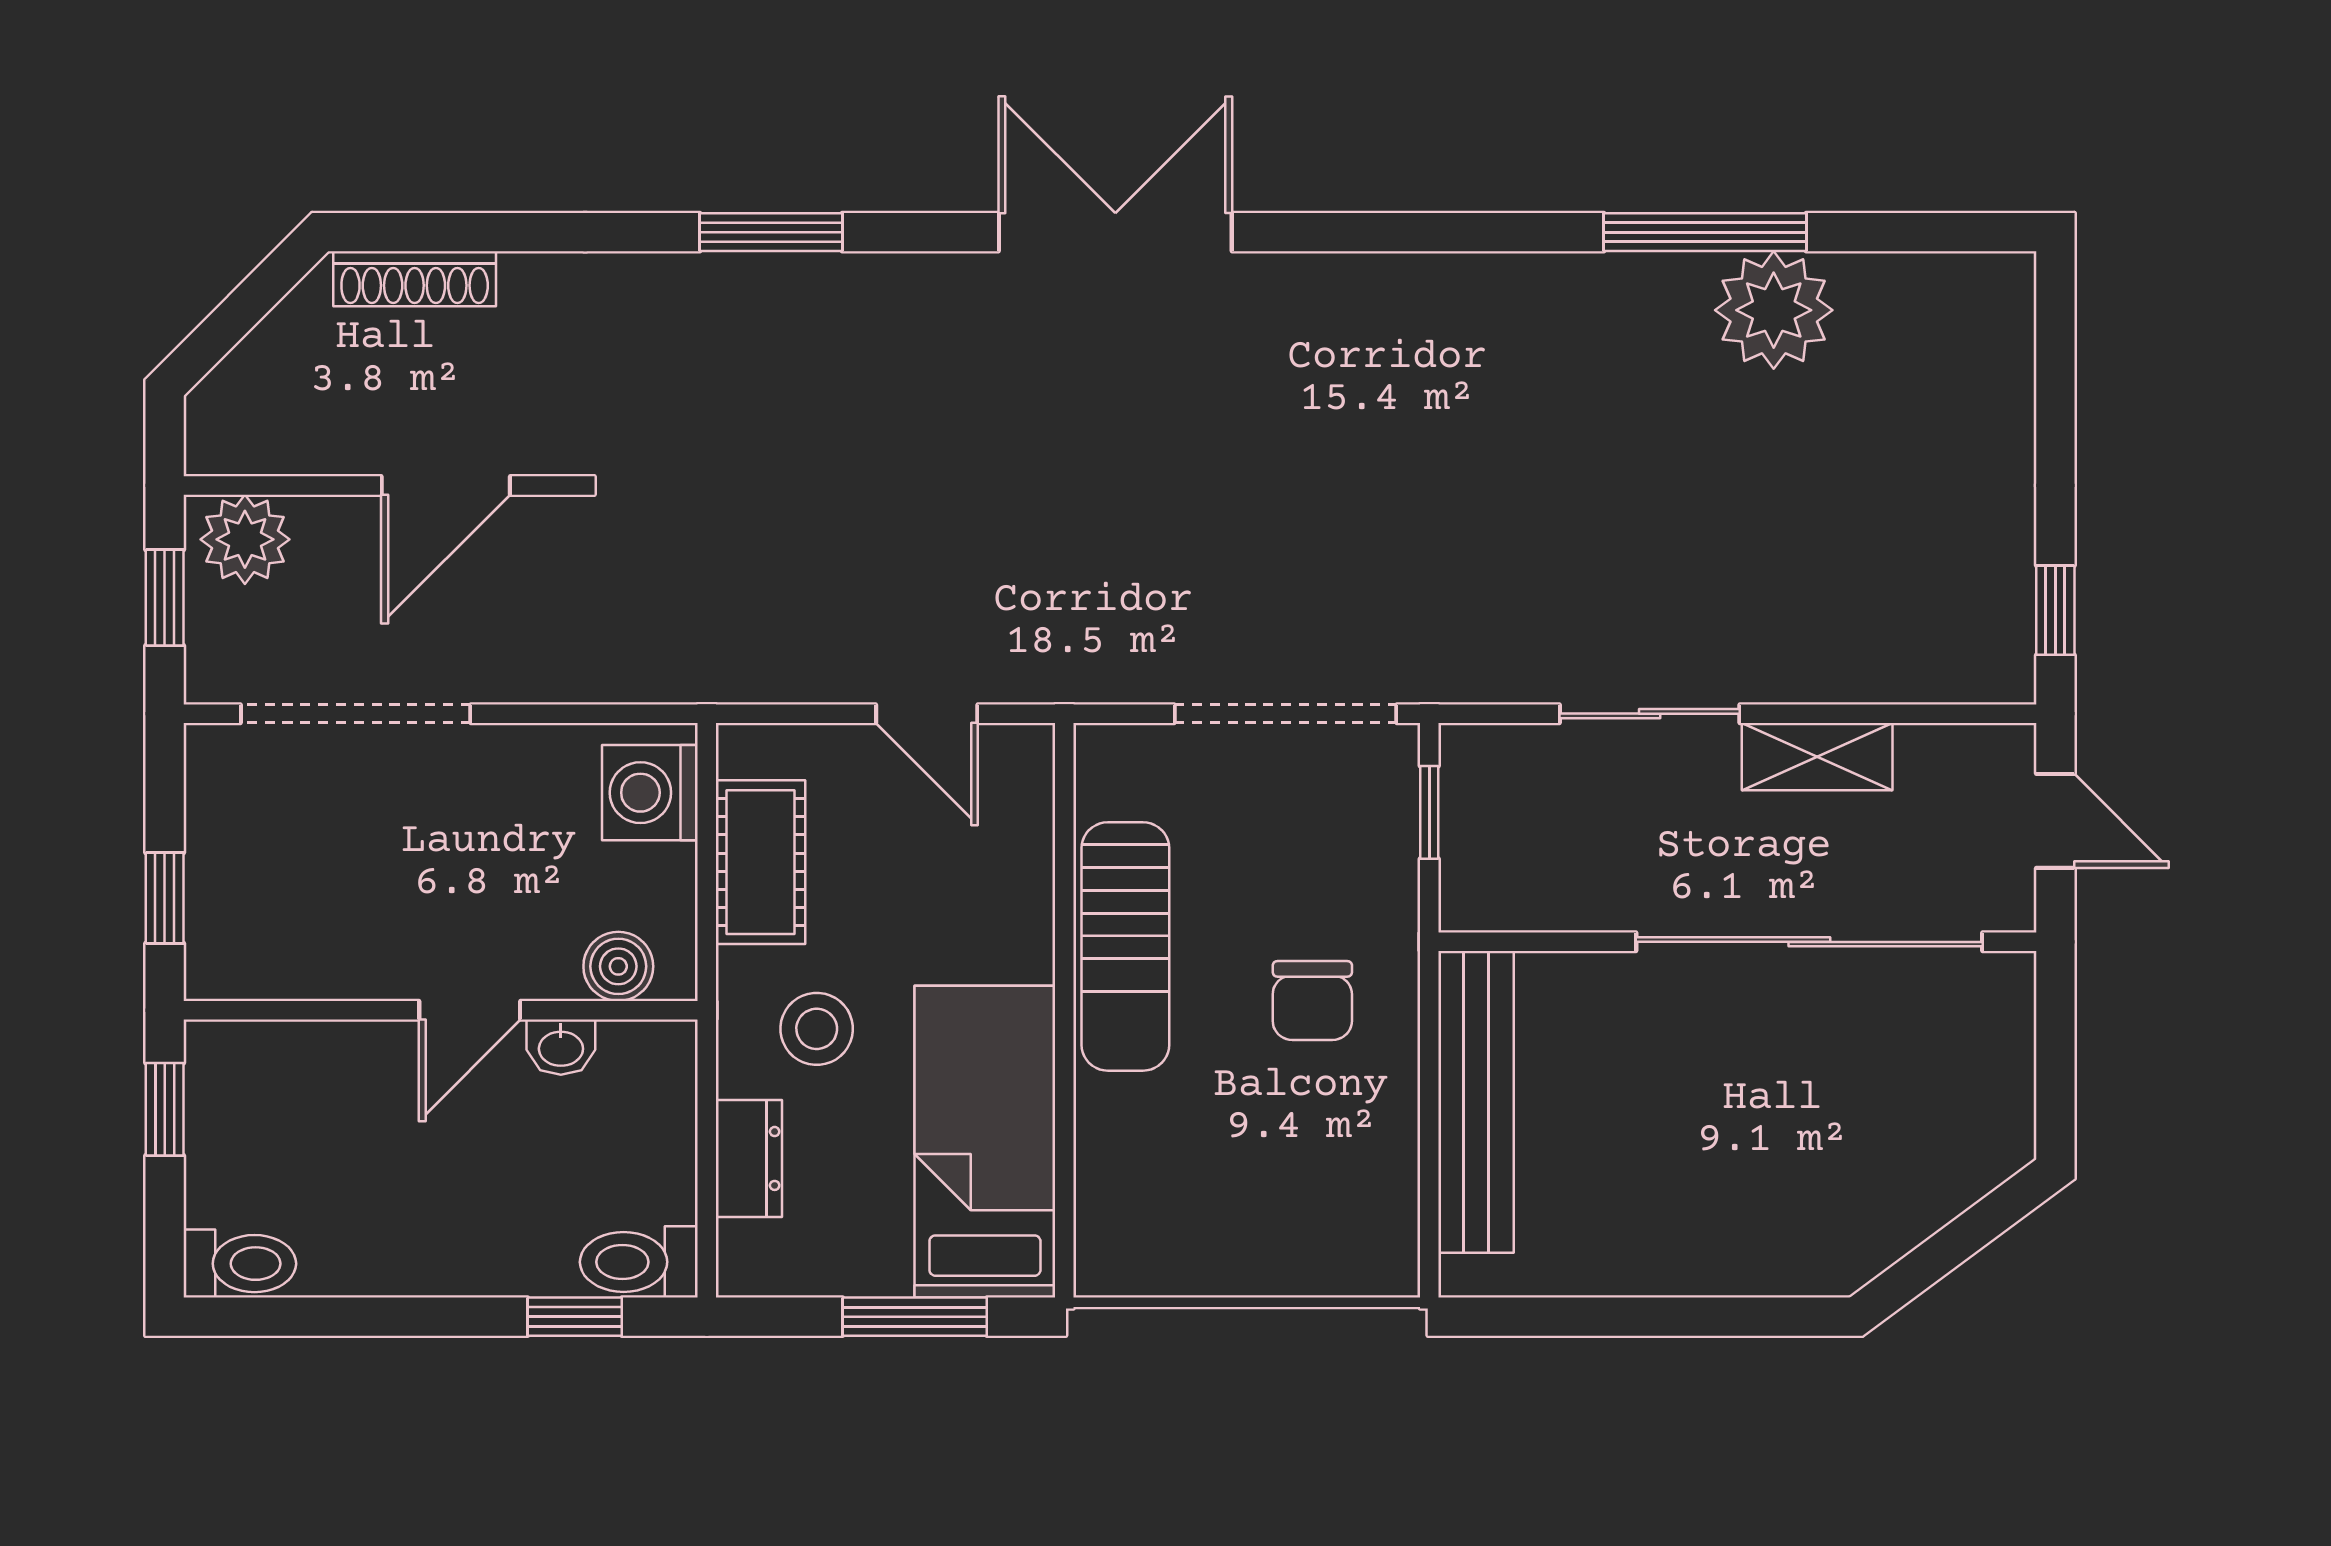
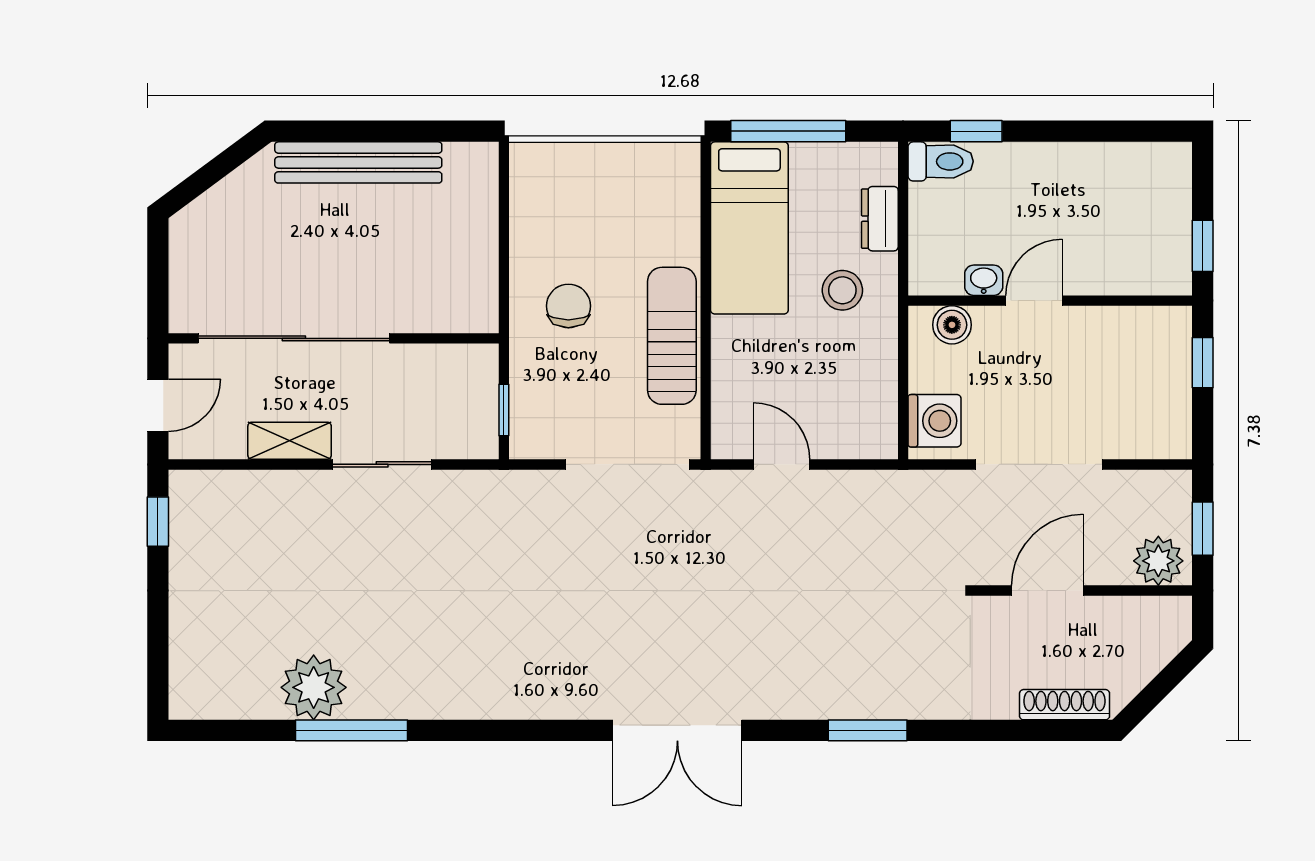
doorway: (356, 714) -> (1039, 464), moved
doorway: (1286, 714) -> (628, 464), moved
door: (2055, 821) -> (158, 405), swing flipped
cot: (761, 862) -> (873, 382), removed
bench: (1476, 1102) -> (358, 162), moved, turned 90
toilet: (240, 1264) -> (1161, 161), removed
window: (915, 1317) -> (788, 131), width x1.44

